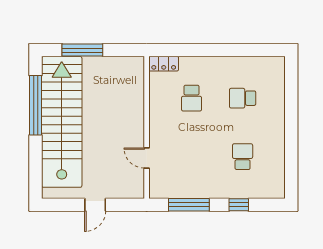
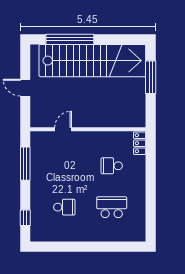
school desk: (243, 98) -> (112, 207), width x1.85
window: (36, 105) -> (70, 39), moved
window: (239, 205) -> (25, 218), moved

